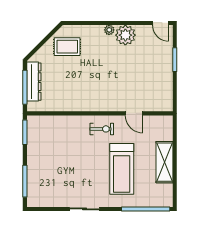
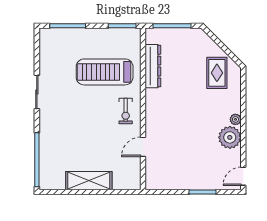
dresser: (34, 82) -> (153, 66), moved, turned -90
treadmill: (122, 169) -> (105, 72), moved

